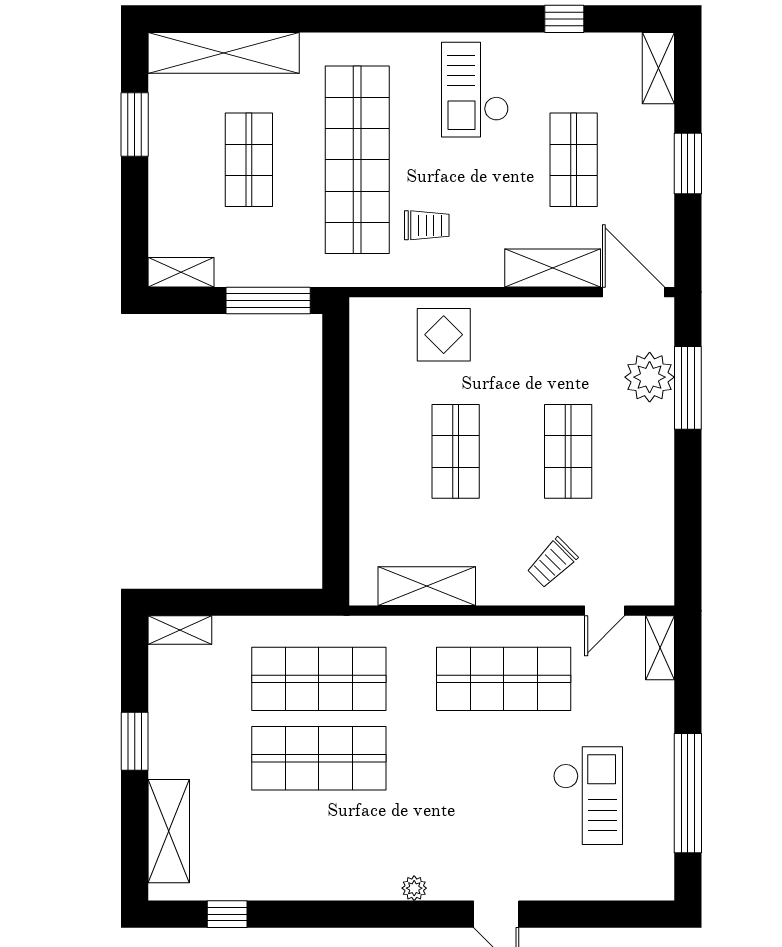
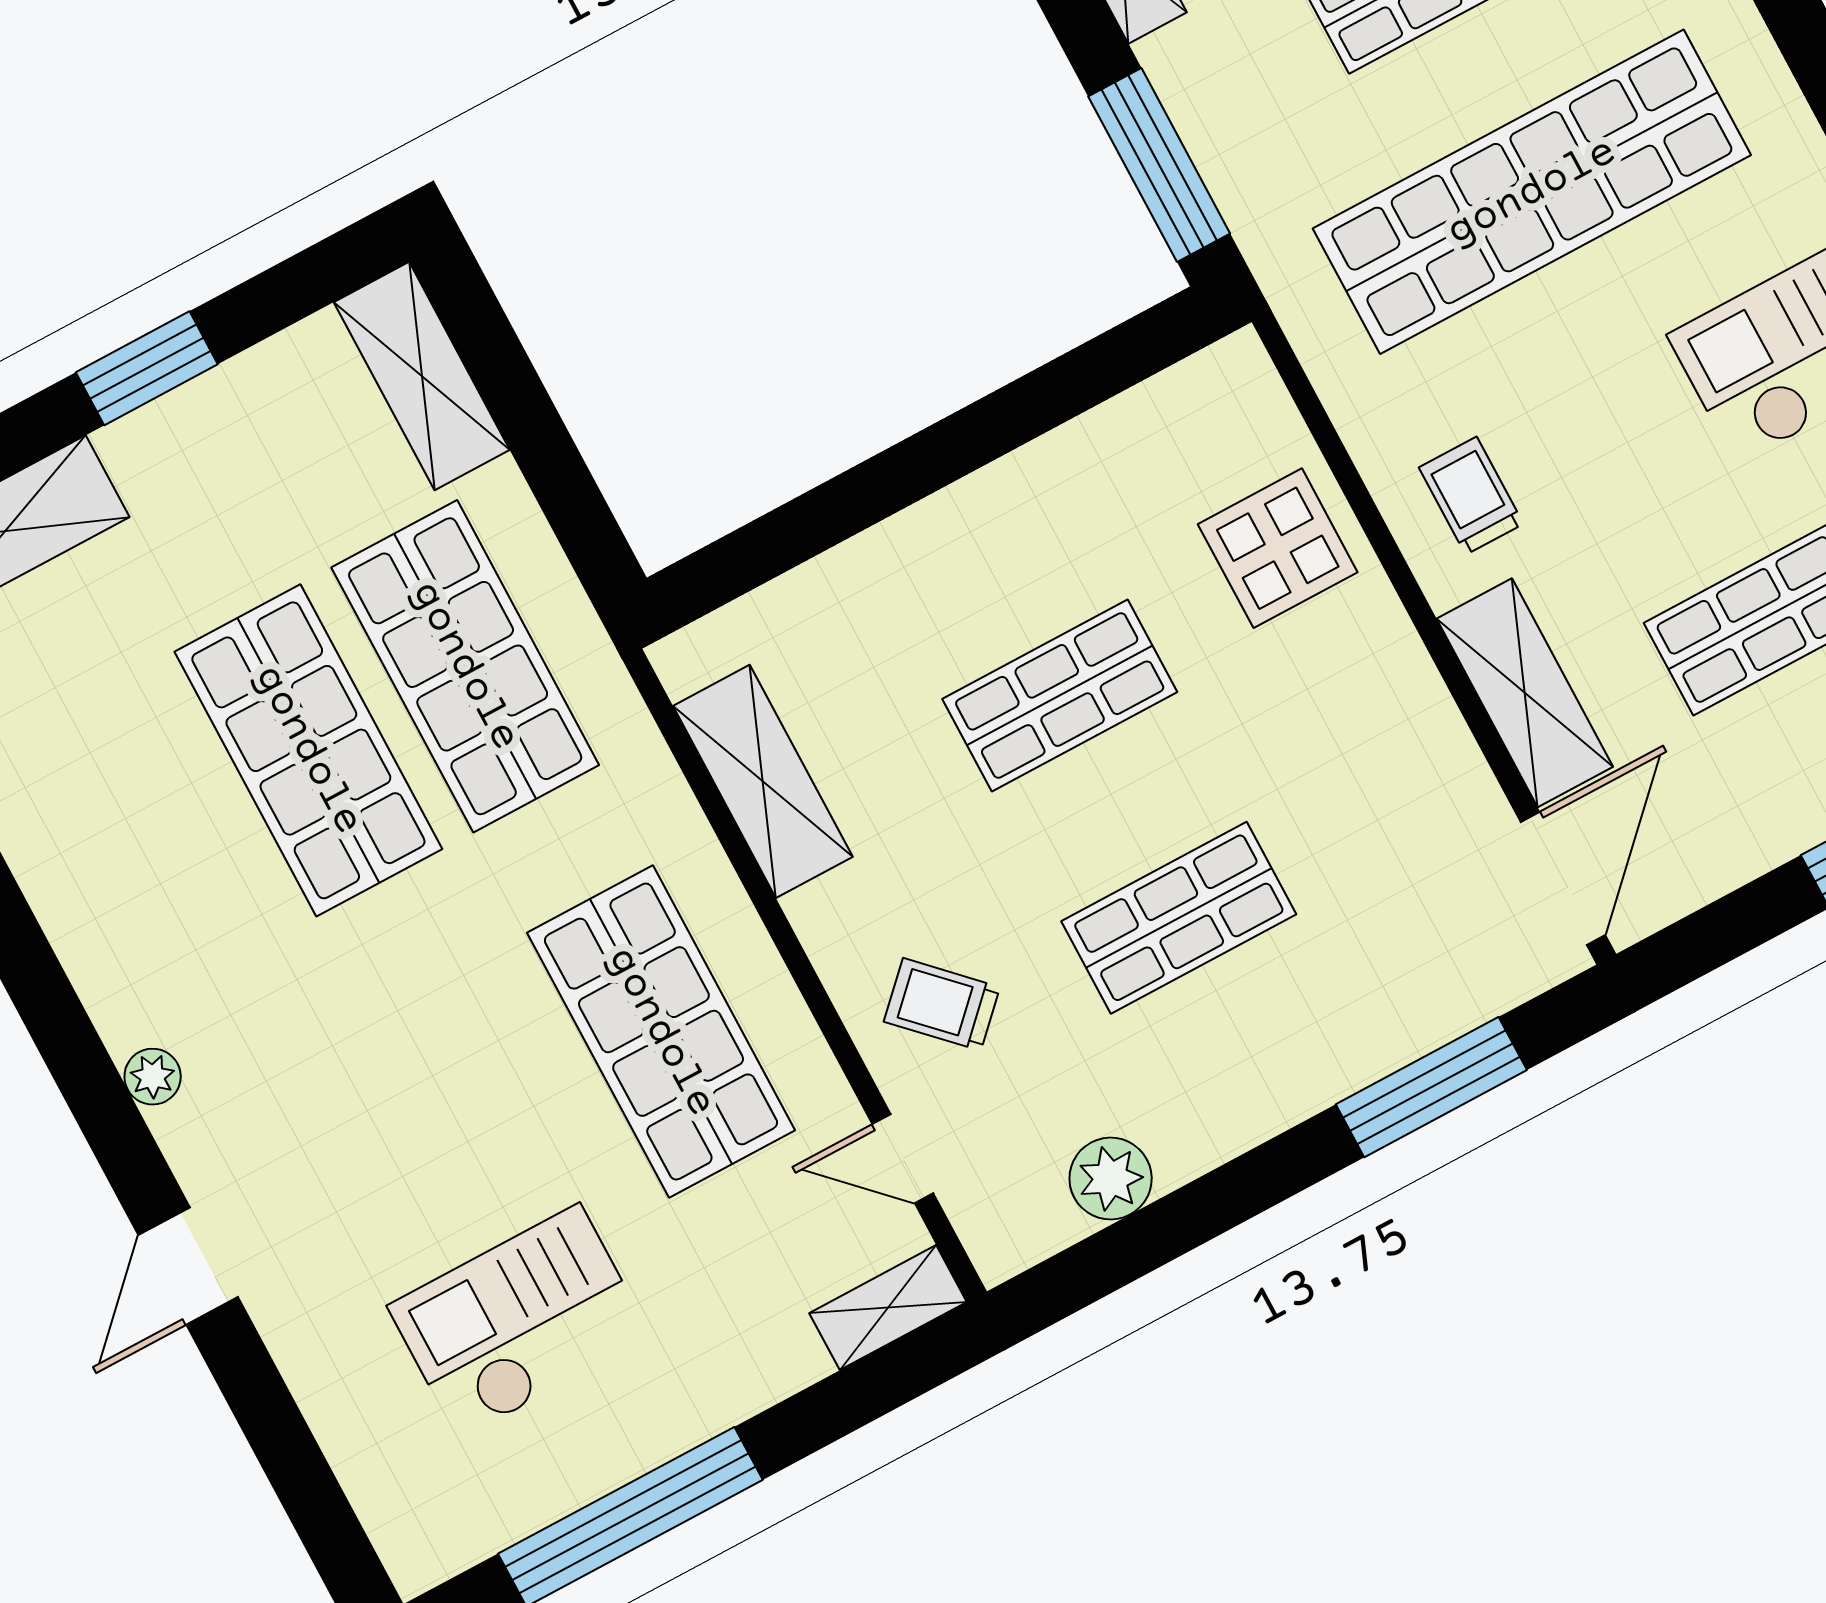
trolley: (427, 225) -> (1471, 496), moved, turned 180
plant: (650, 377) -> (1111, 1179), moved, width x0.73, depth x0.73
shelving: (180, 630) -> (422, 376), width x1.50, depth x1.33
checkout: (588, 796) -> (519, 1322), turned 180

